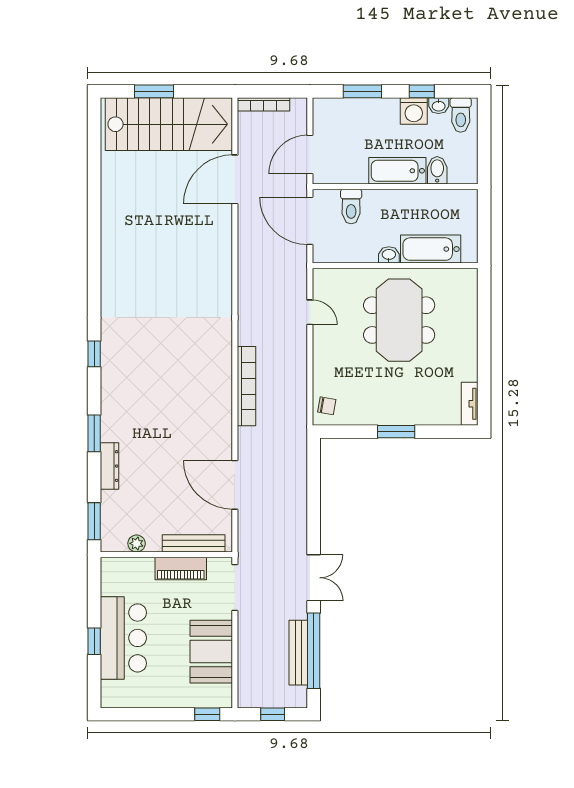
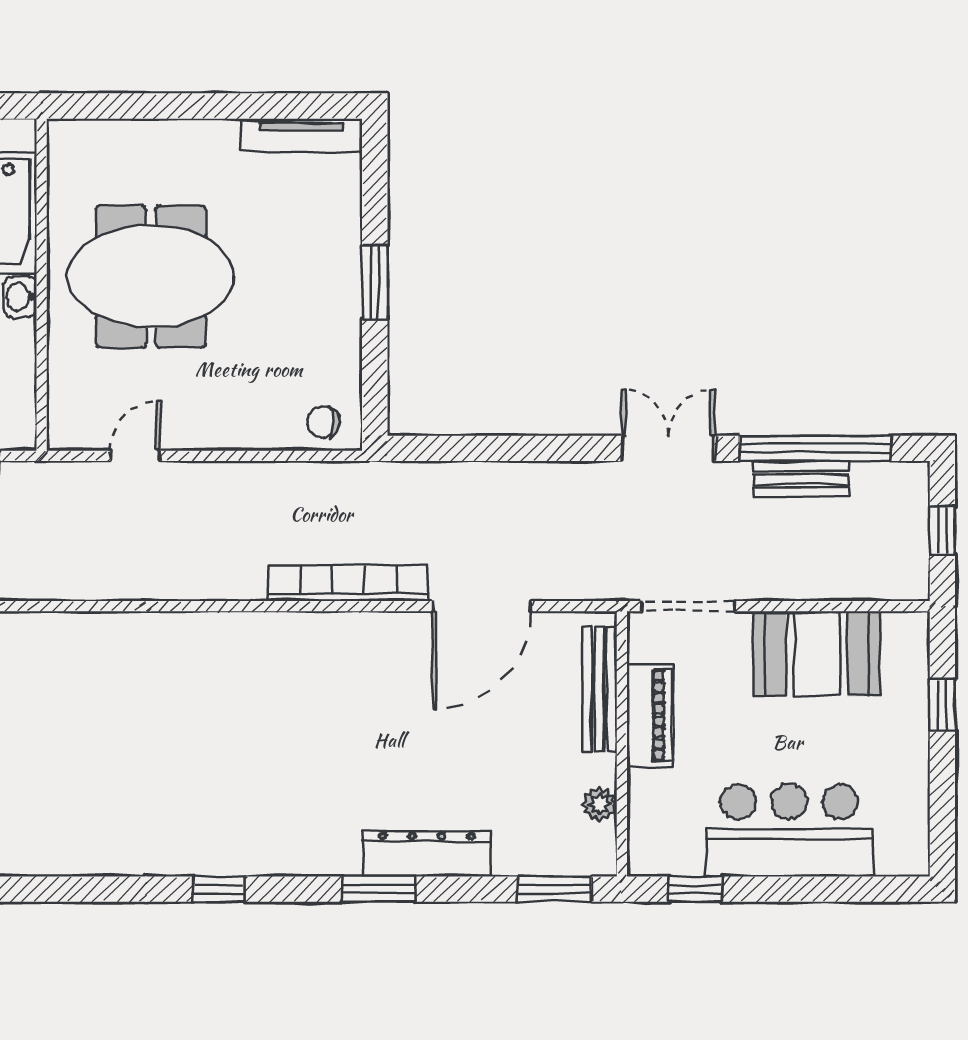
bookcase: (247, 386) -> (348, 583), moved
tv unit: (470, 404) -> (301, 135), width x1.41
chair: (327, 406) -> (323, 422), turned -100
dresser: (109, 466) -> (427, 854), width x1.37, depth x1.24
window: (94, 641) -> (696, 889), moved
bench: (298, 653) -> (801, 479), width x0.73
window: (207, 714) -> (942, 705), moved

